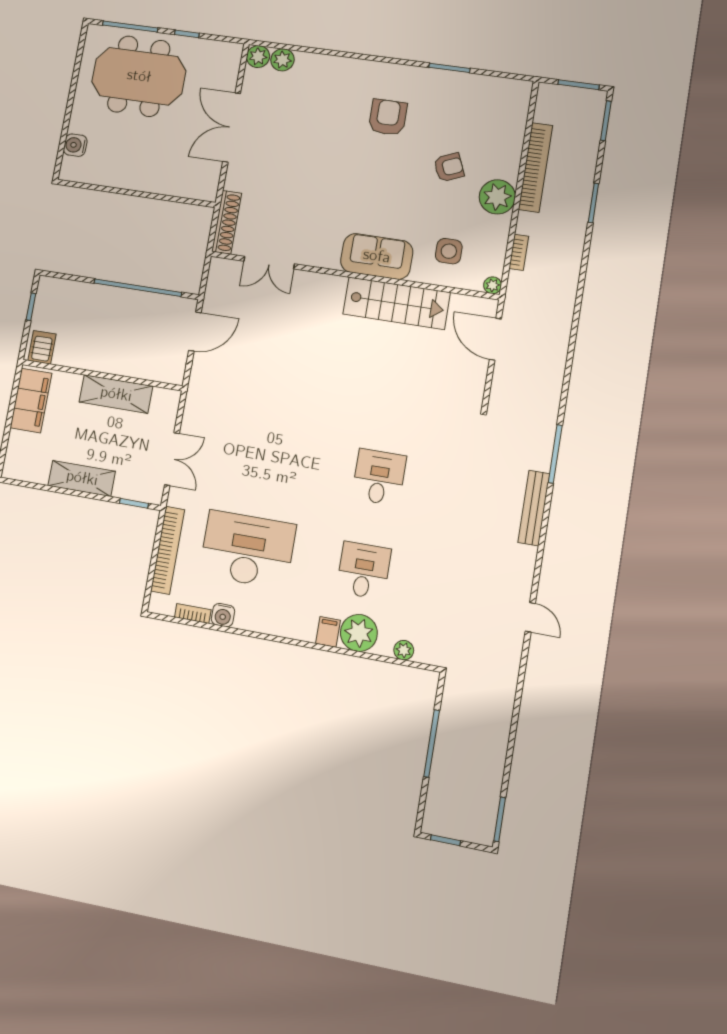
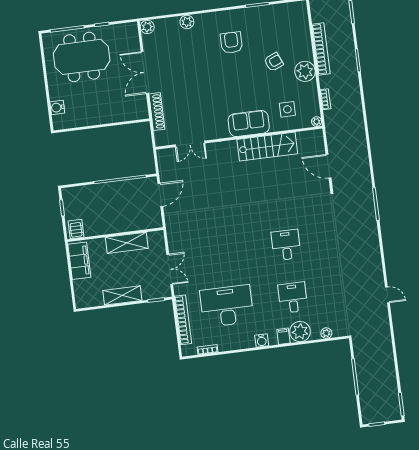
plant: (282, 60) -> (187, 22), moved
shoe rack: (227, 222) -> (157, 112), moved
door: (495, 339) -> (329, 166), moved
bench: (534, 508) -> (373, 236), removed
water cooler: (223, 615) -> (262, 340), moved

